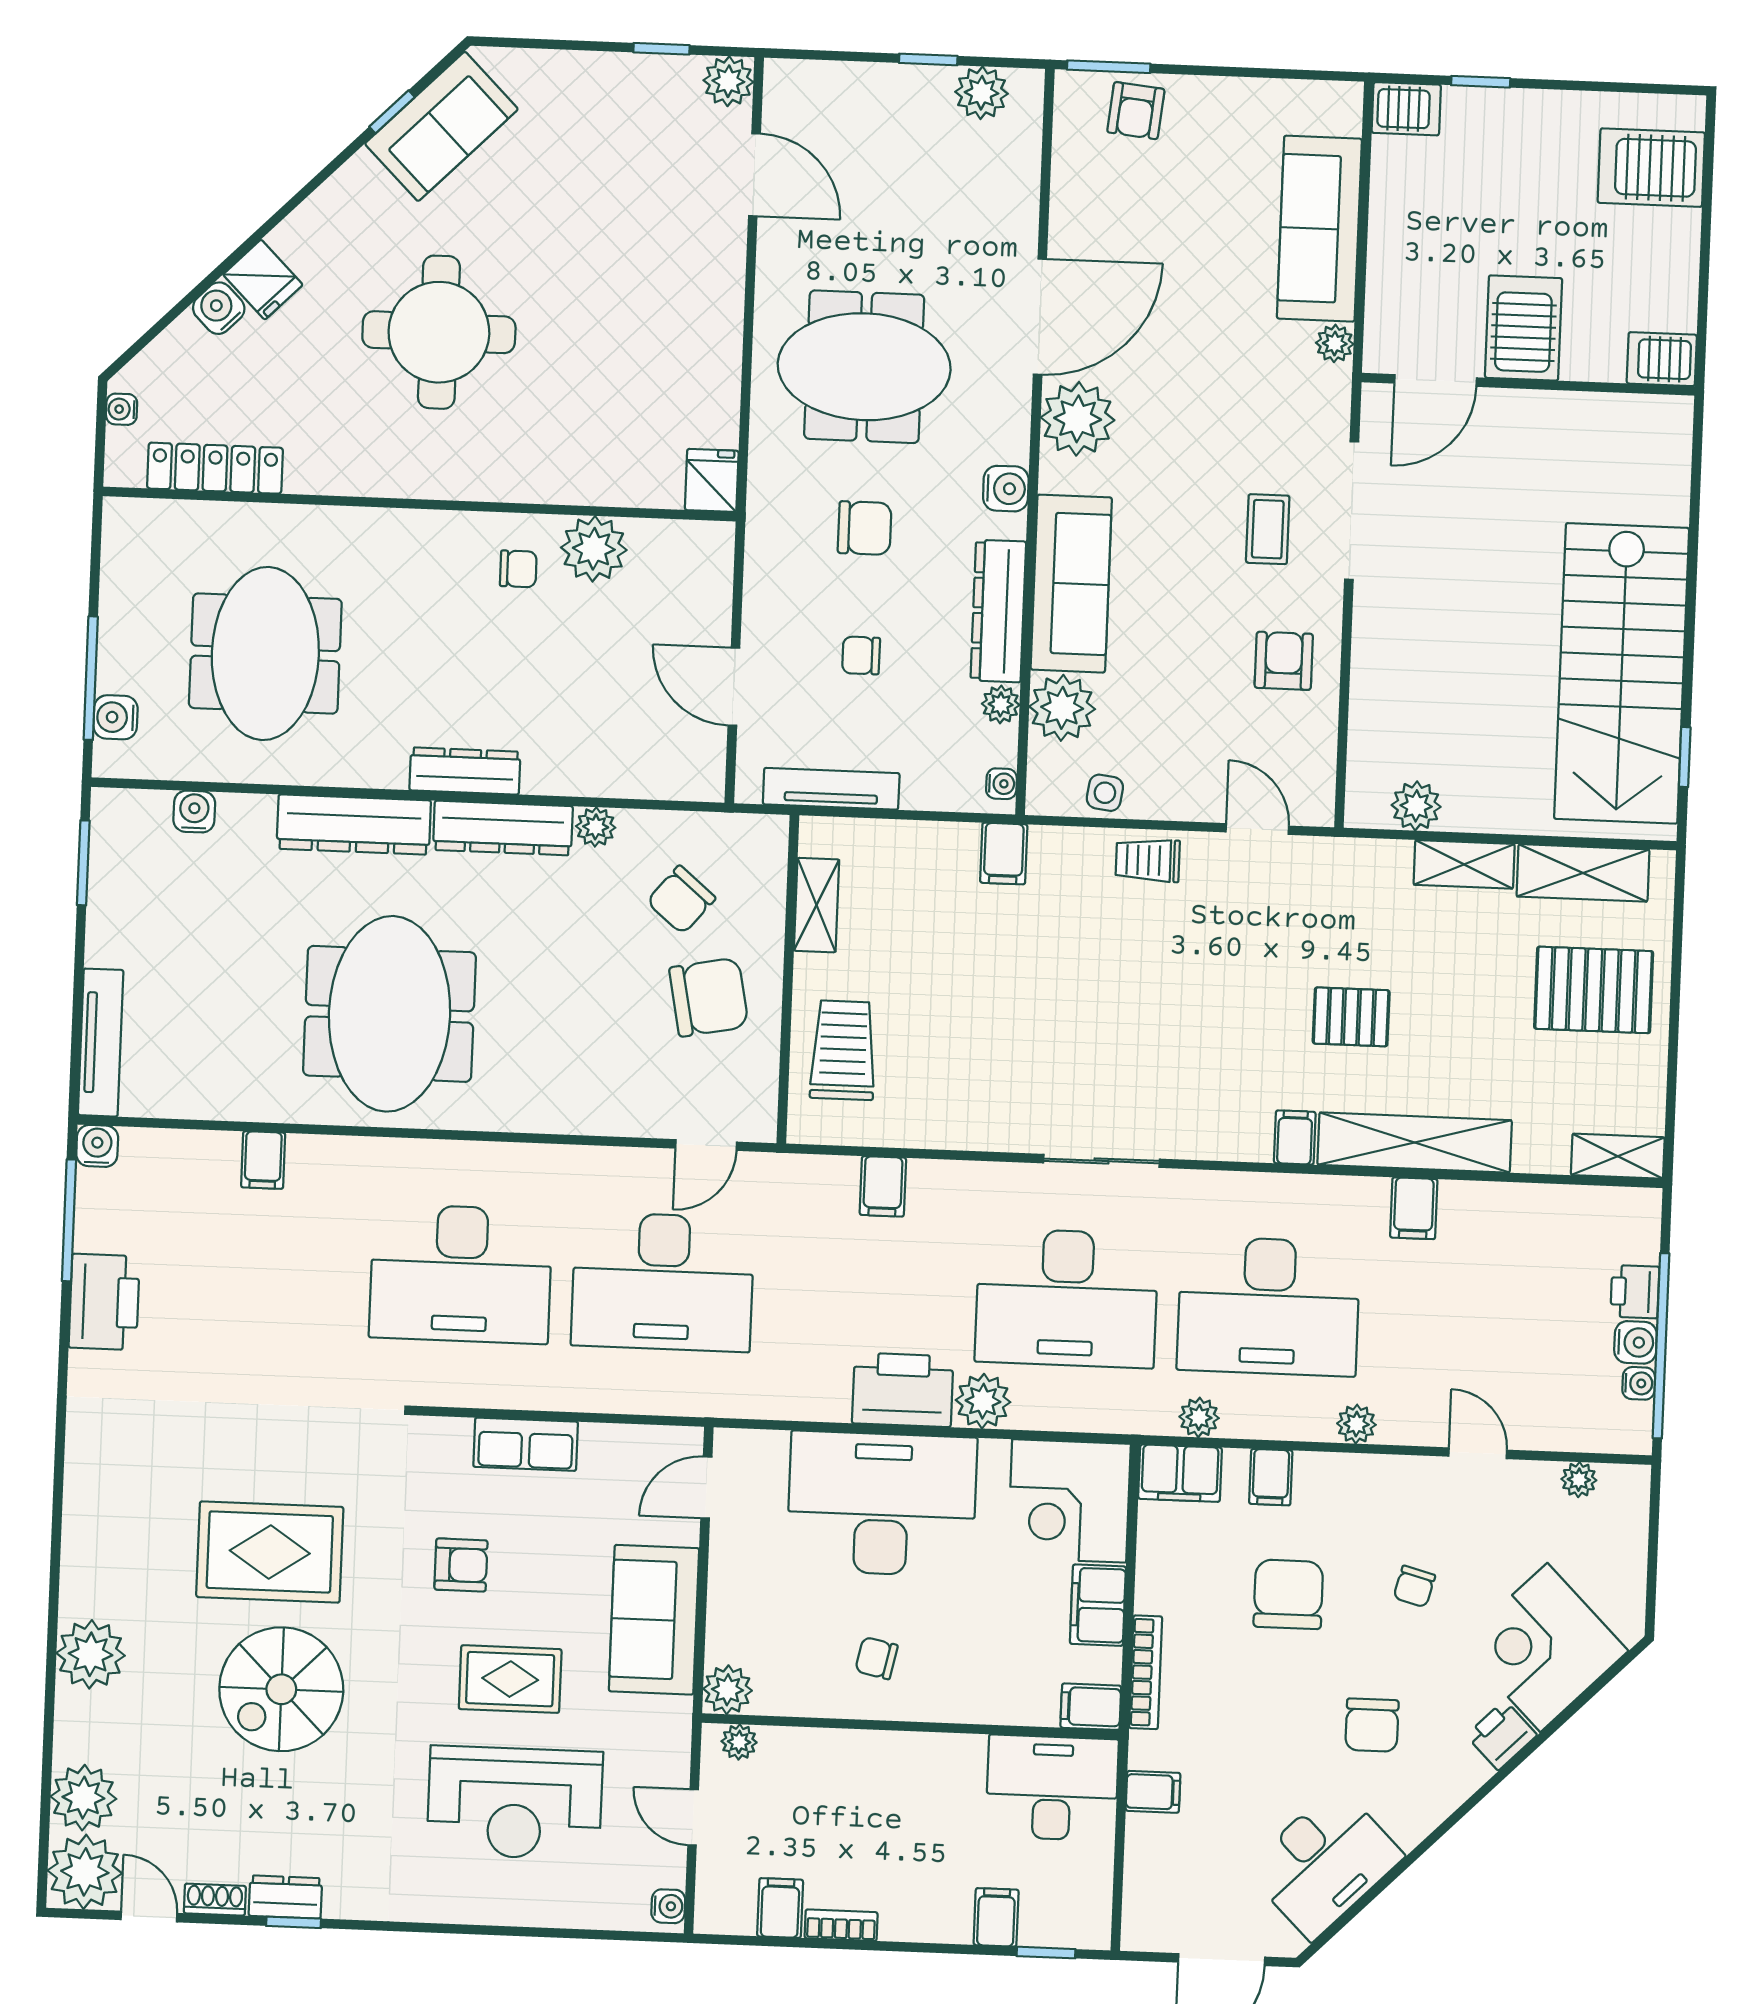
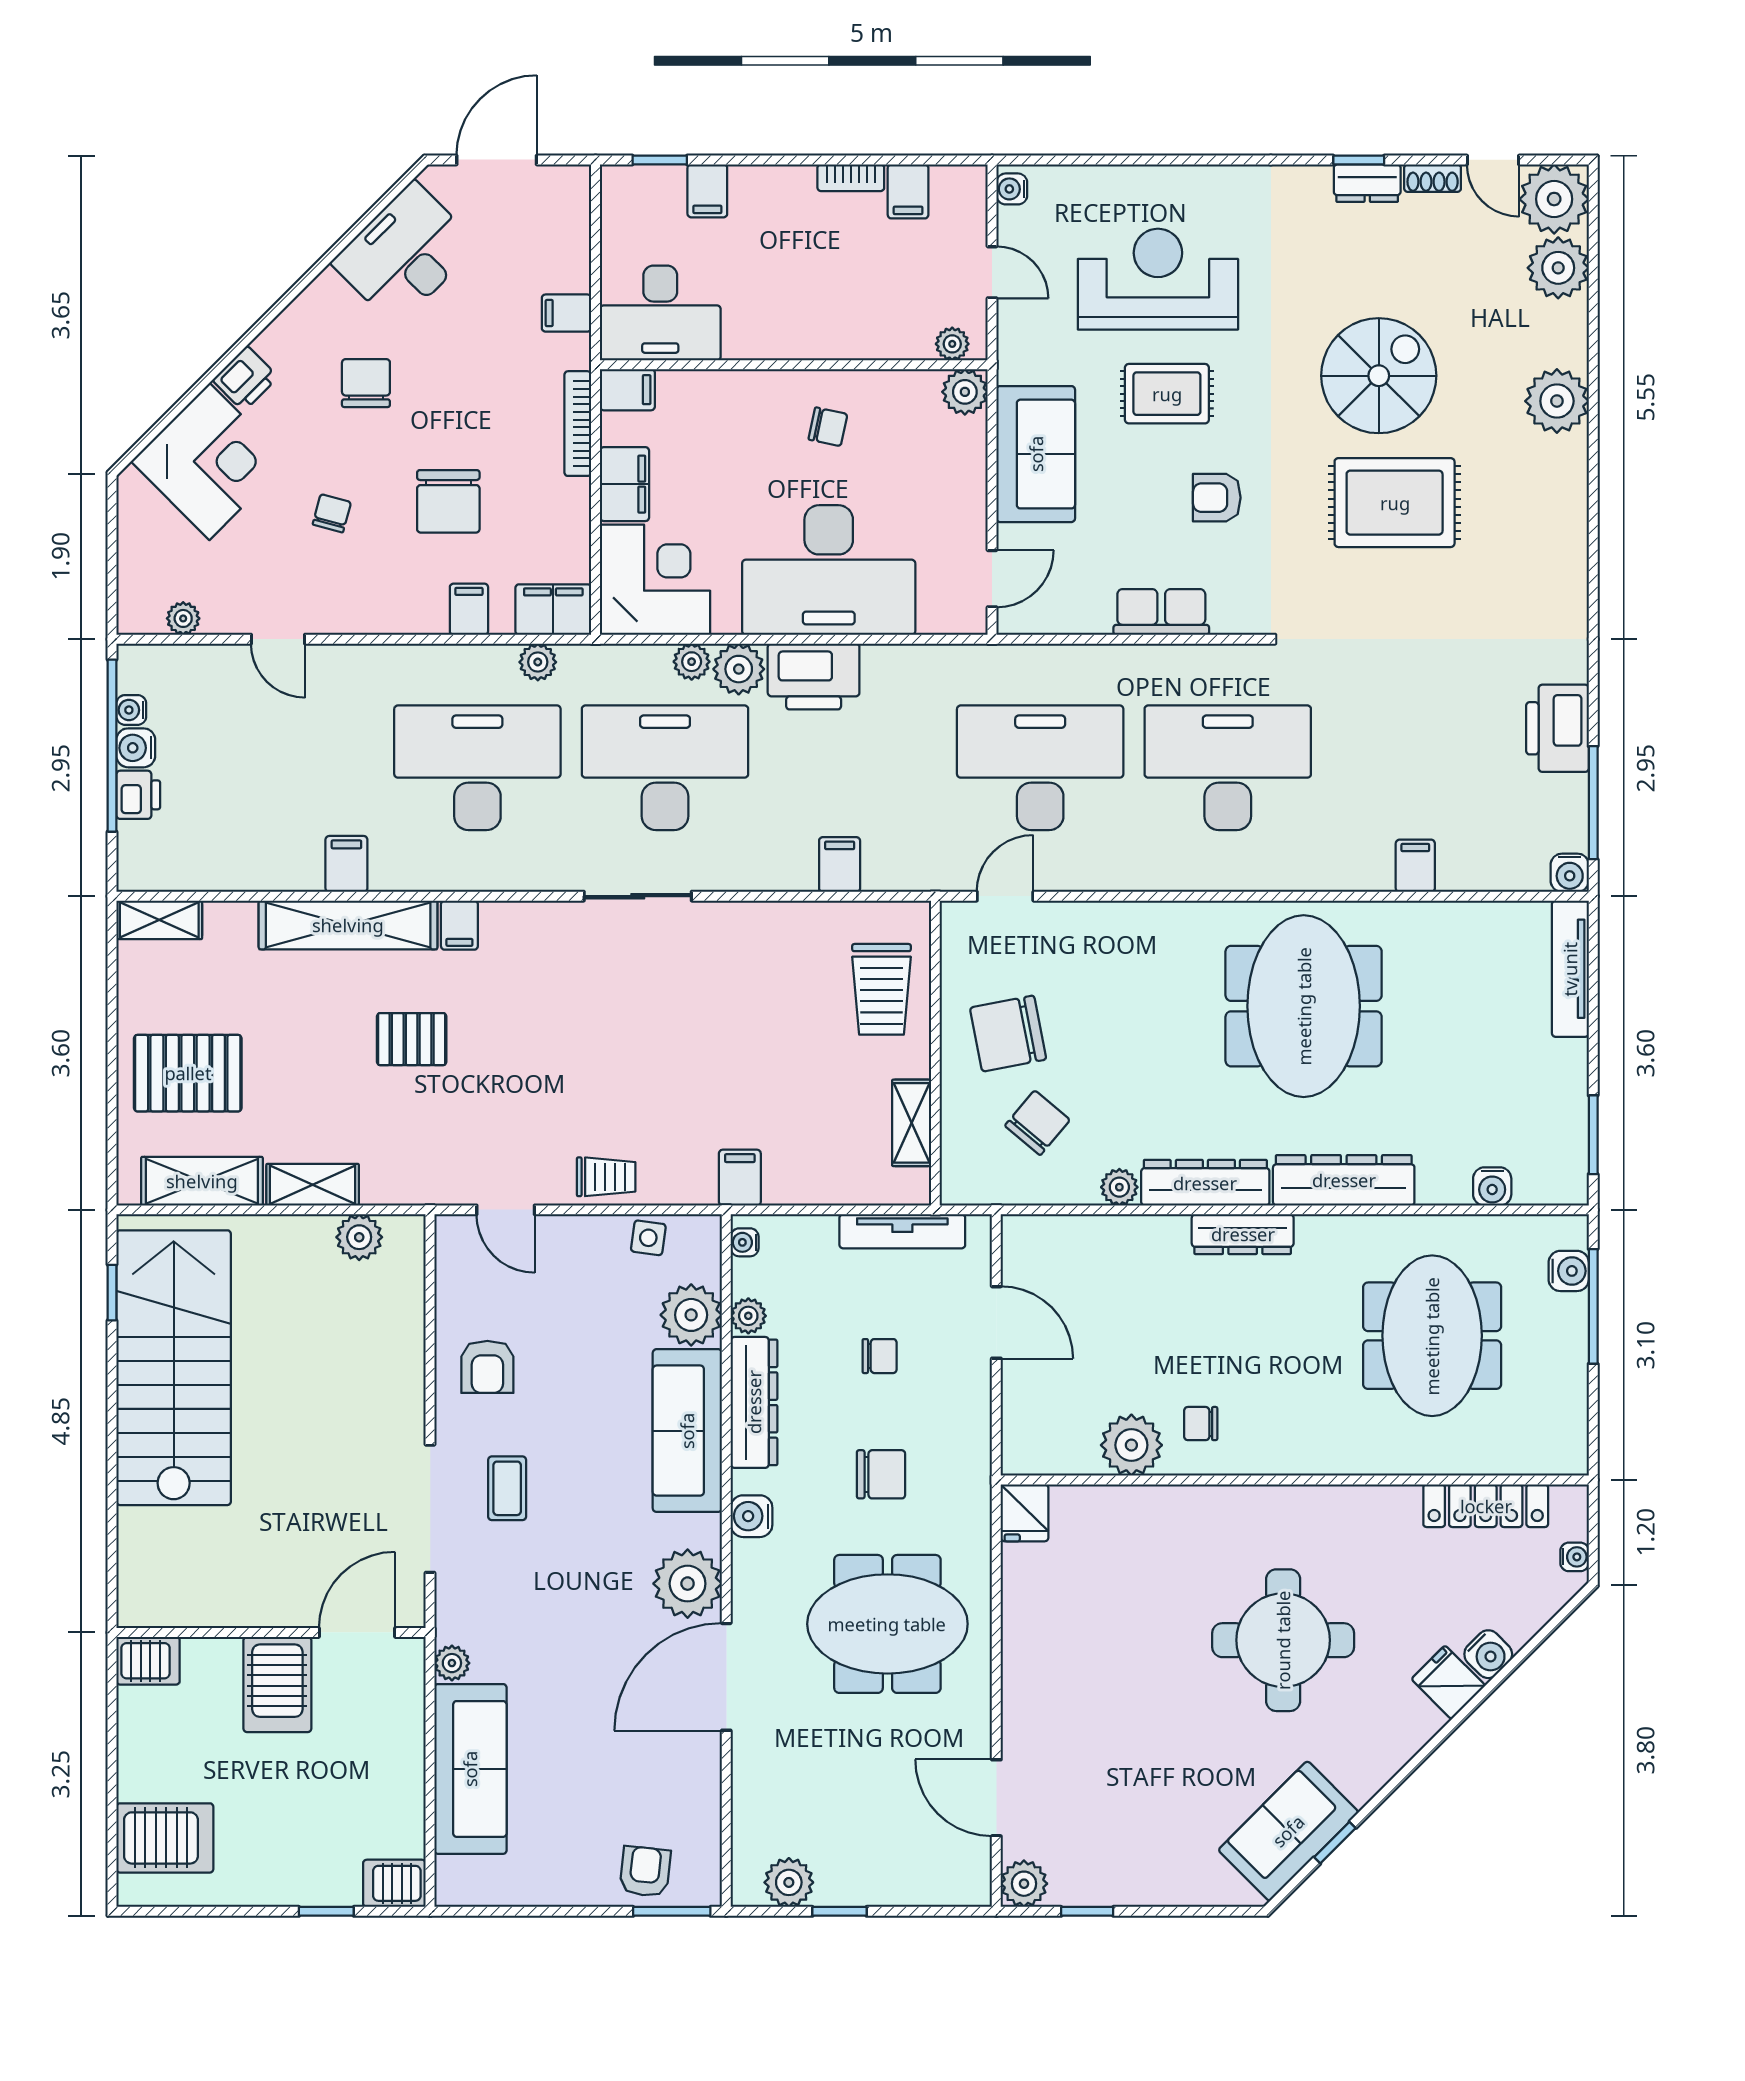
chair: (865, 528) -> (881, 1474), turned 180
plant: (1356, 1424) -> (692, 662), moved

